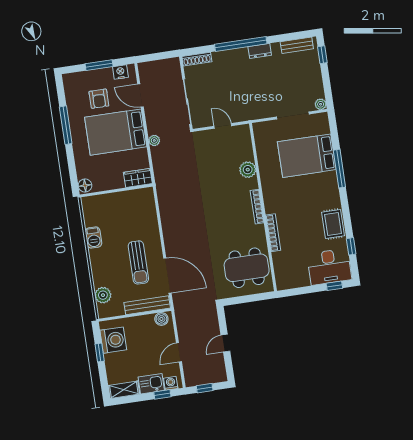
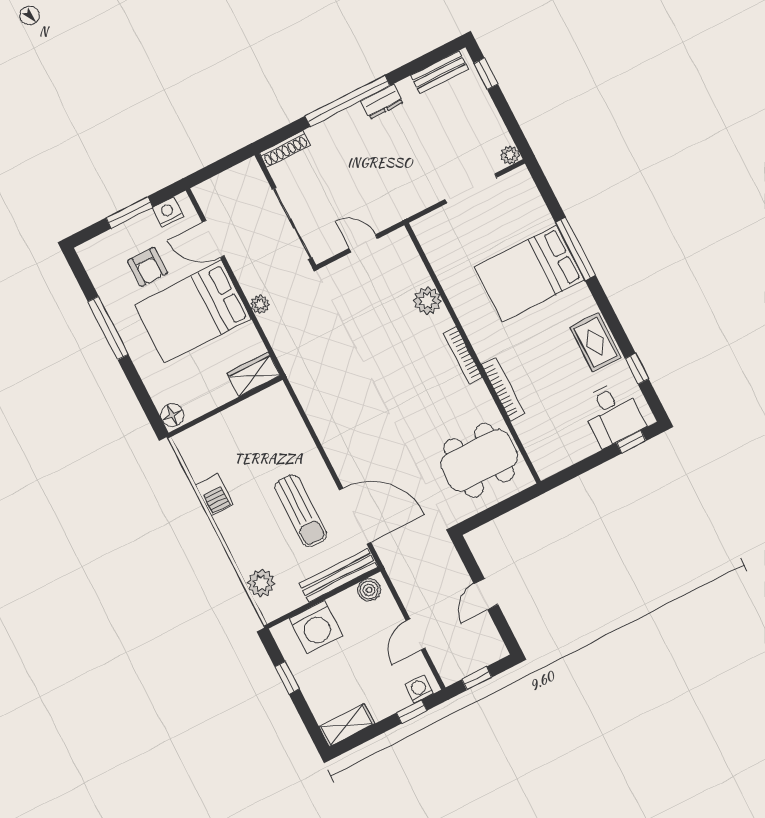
bed: (307, 156) -> (529, 273), moved
desk: (329, 267) -> (613, 414), width x0.73
washing machine: (113, 340) -> (316, 627), moved, turned 90
kitchen sink: (151, 384) -> (388, 700), removed

